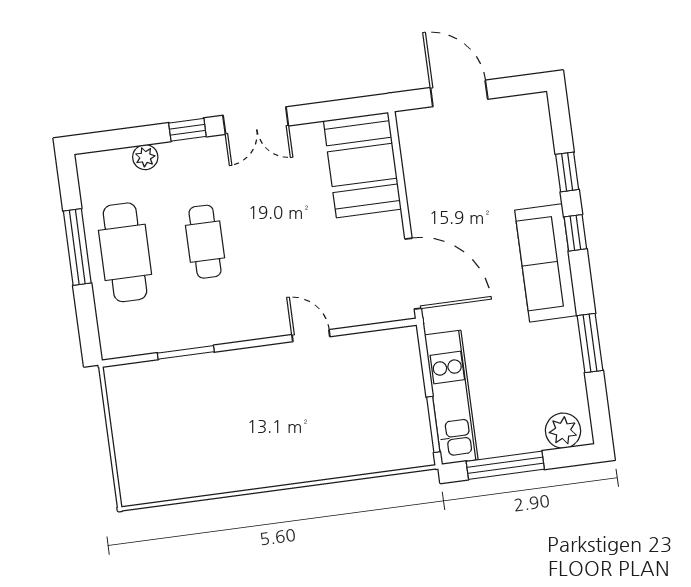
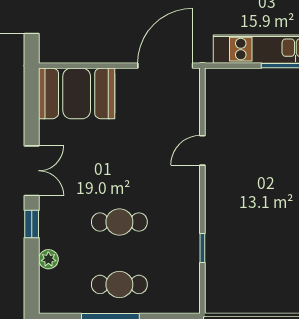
cafe table: (125, 252) -> (119, 284), width x0.73, depth x0.74
window: (186, 352) -> (202, 248), width x0.67

